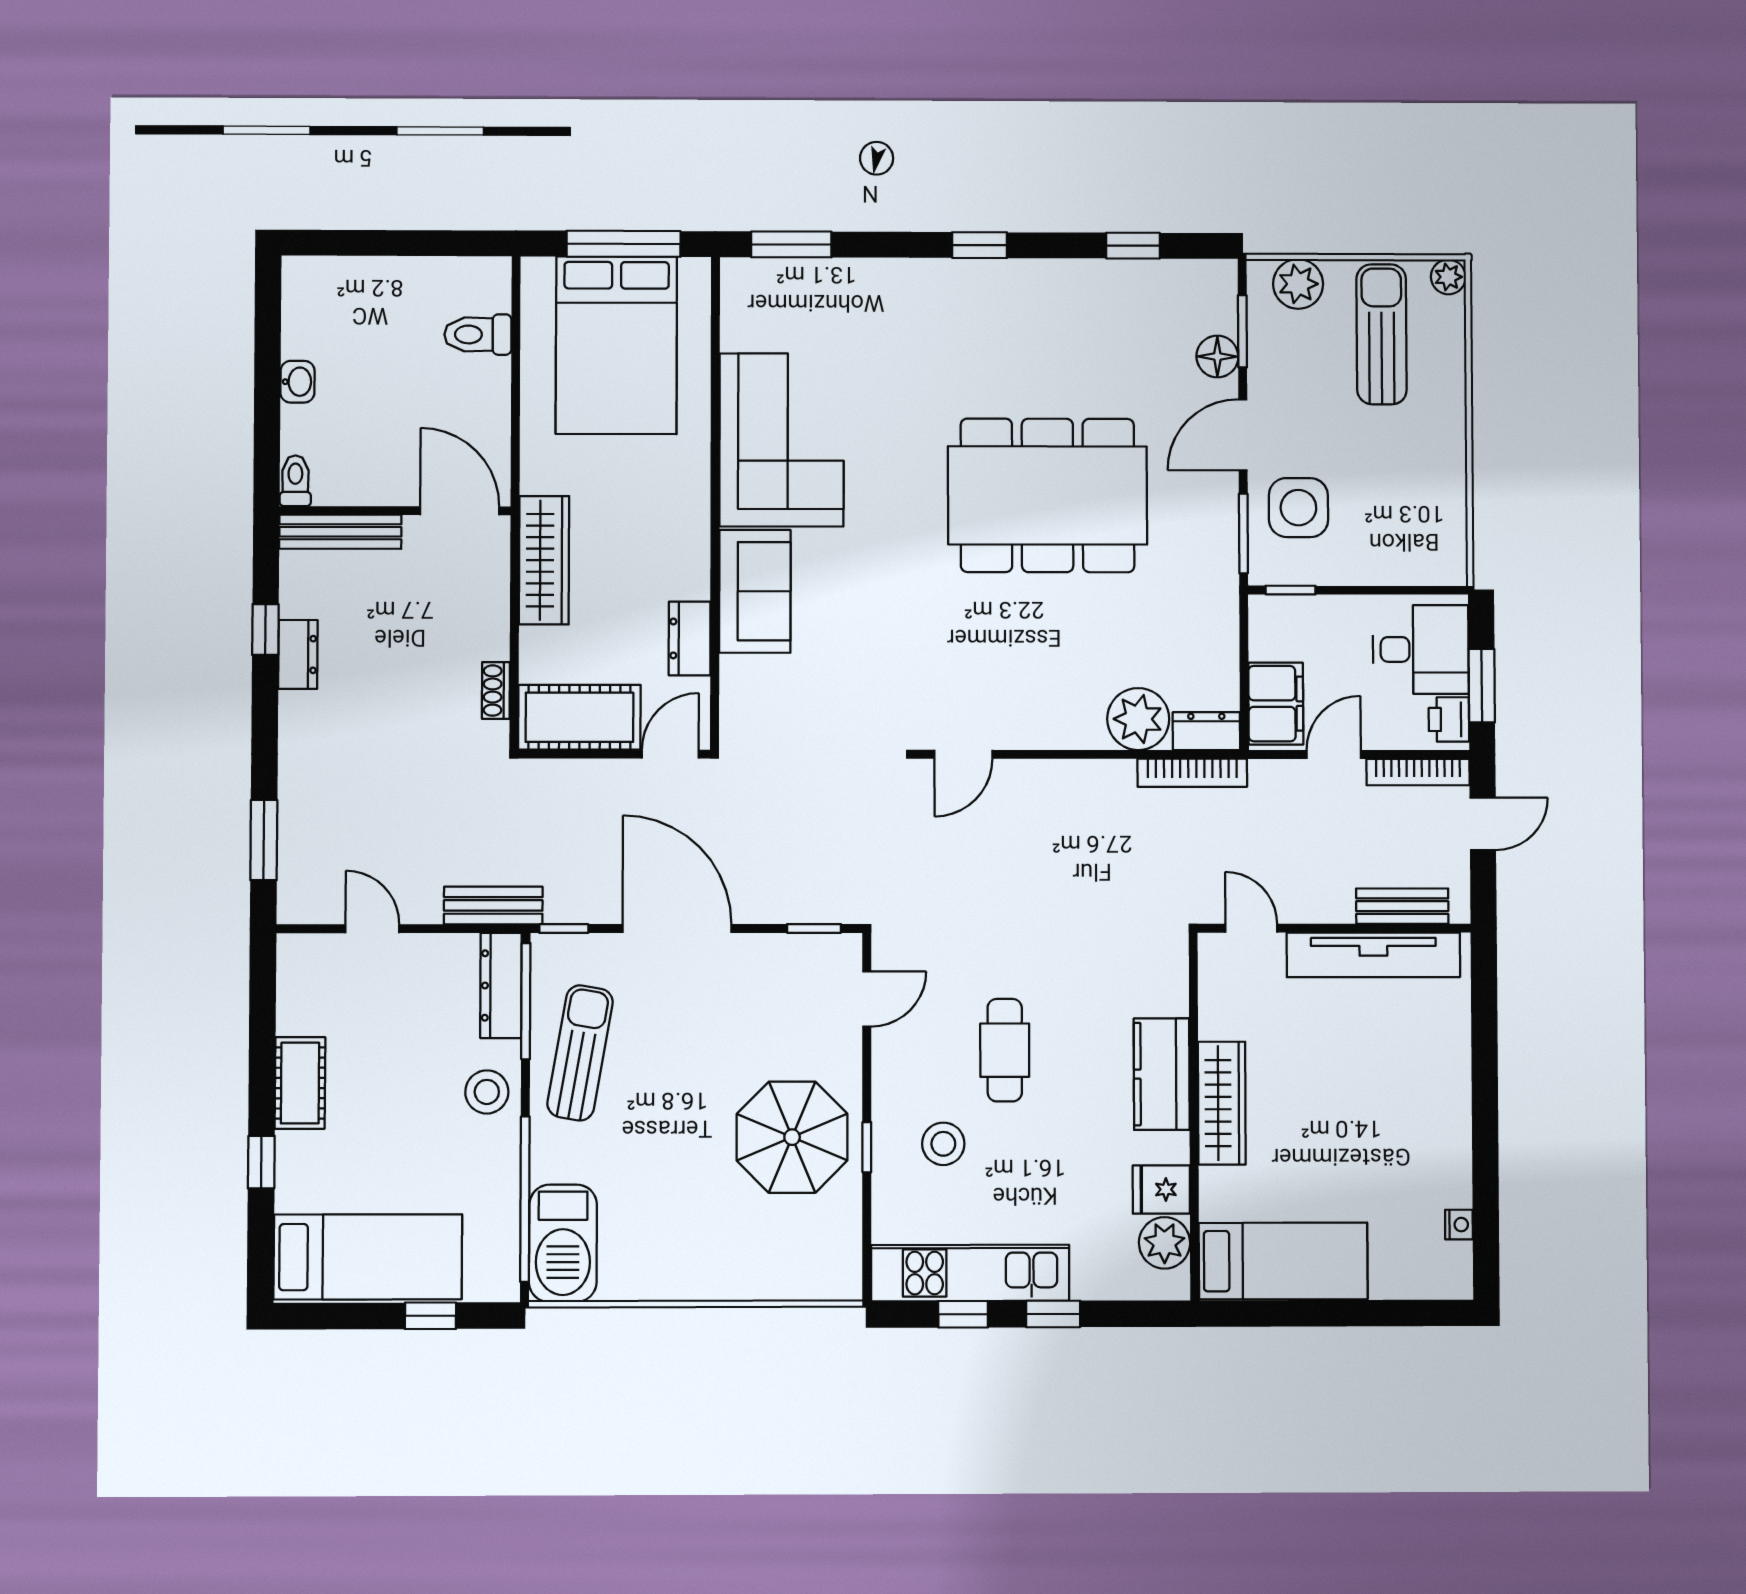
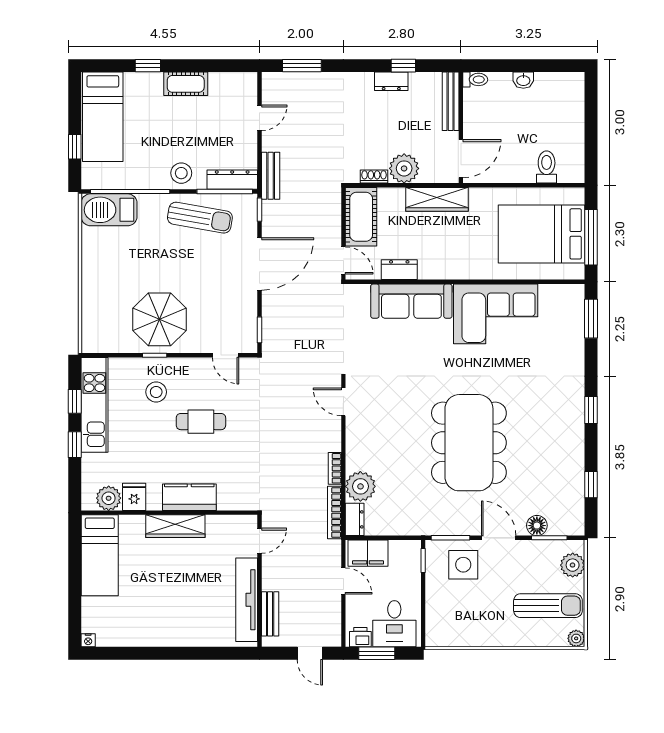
sofa: (755, 591) -> (411, 301), width x1.36
plant: (479, 628) -> (404, 168), added
bookcase: (1418, 772) -> (335, 468), moved, width x0.64
nightstand: (1459, 1225) -> (88, 640), moved

